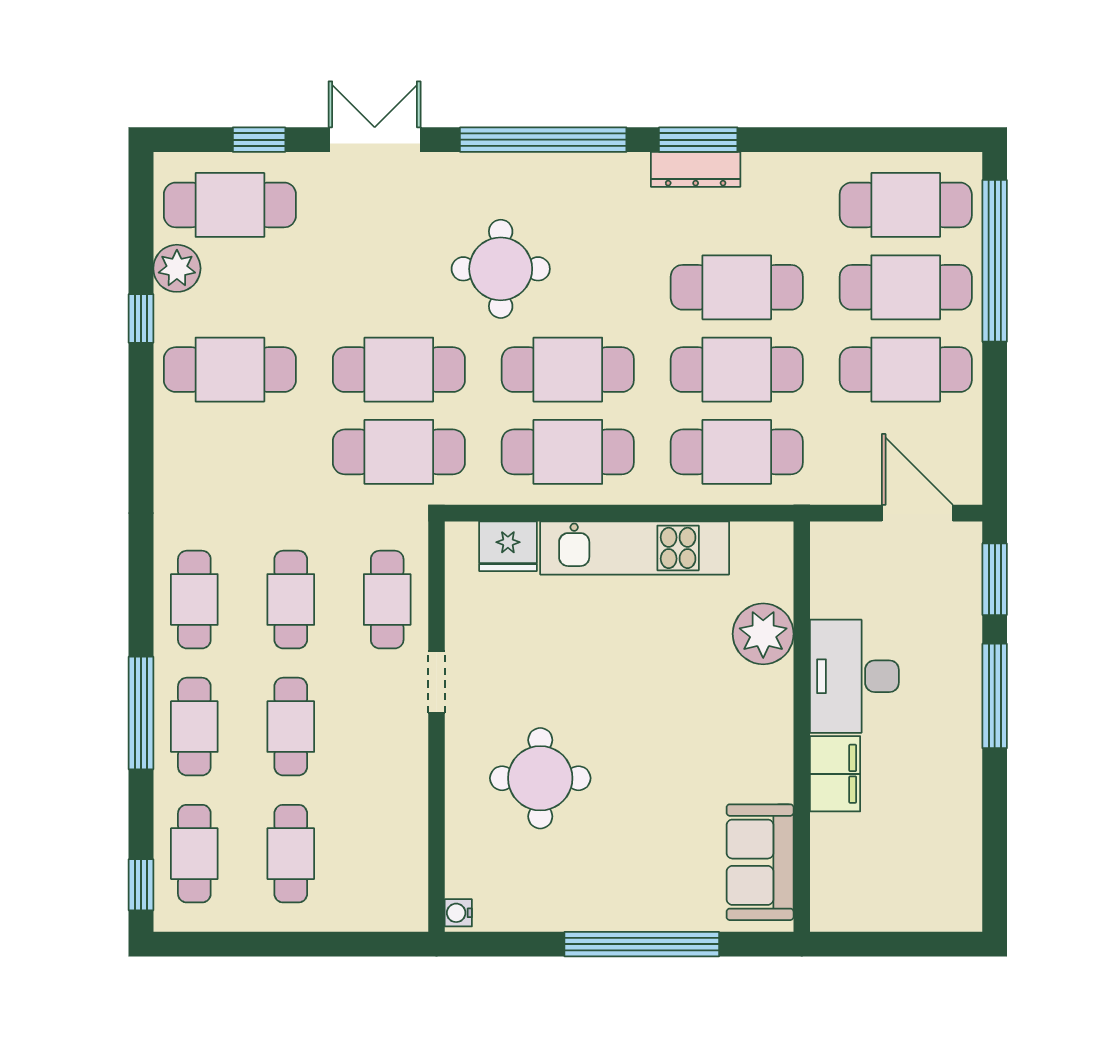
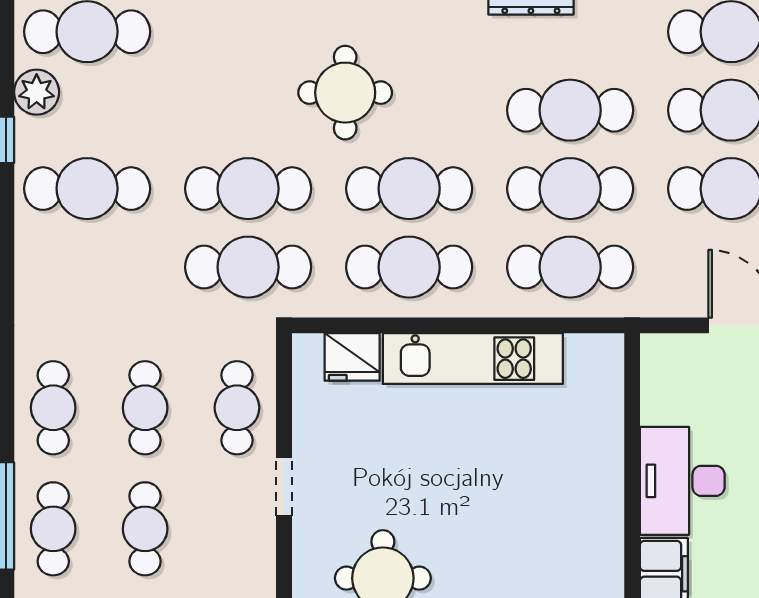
plant: (763, 634) -> (595, 440), removed

